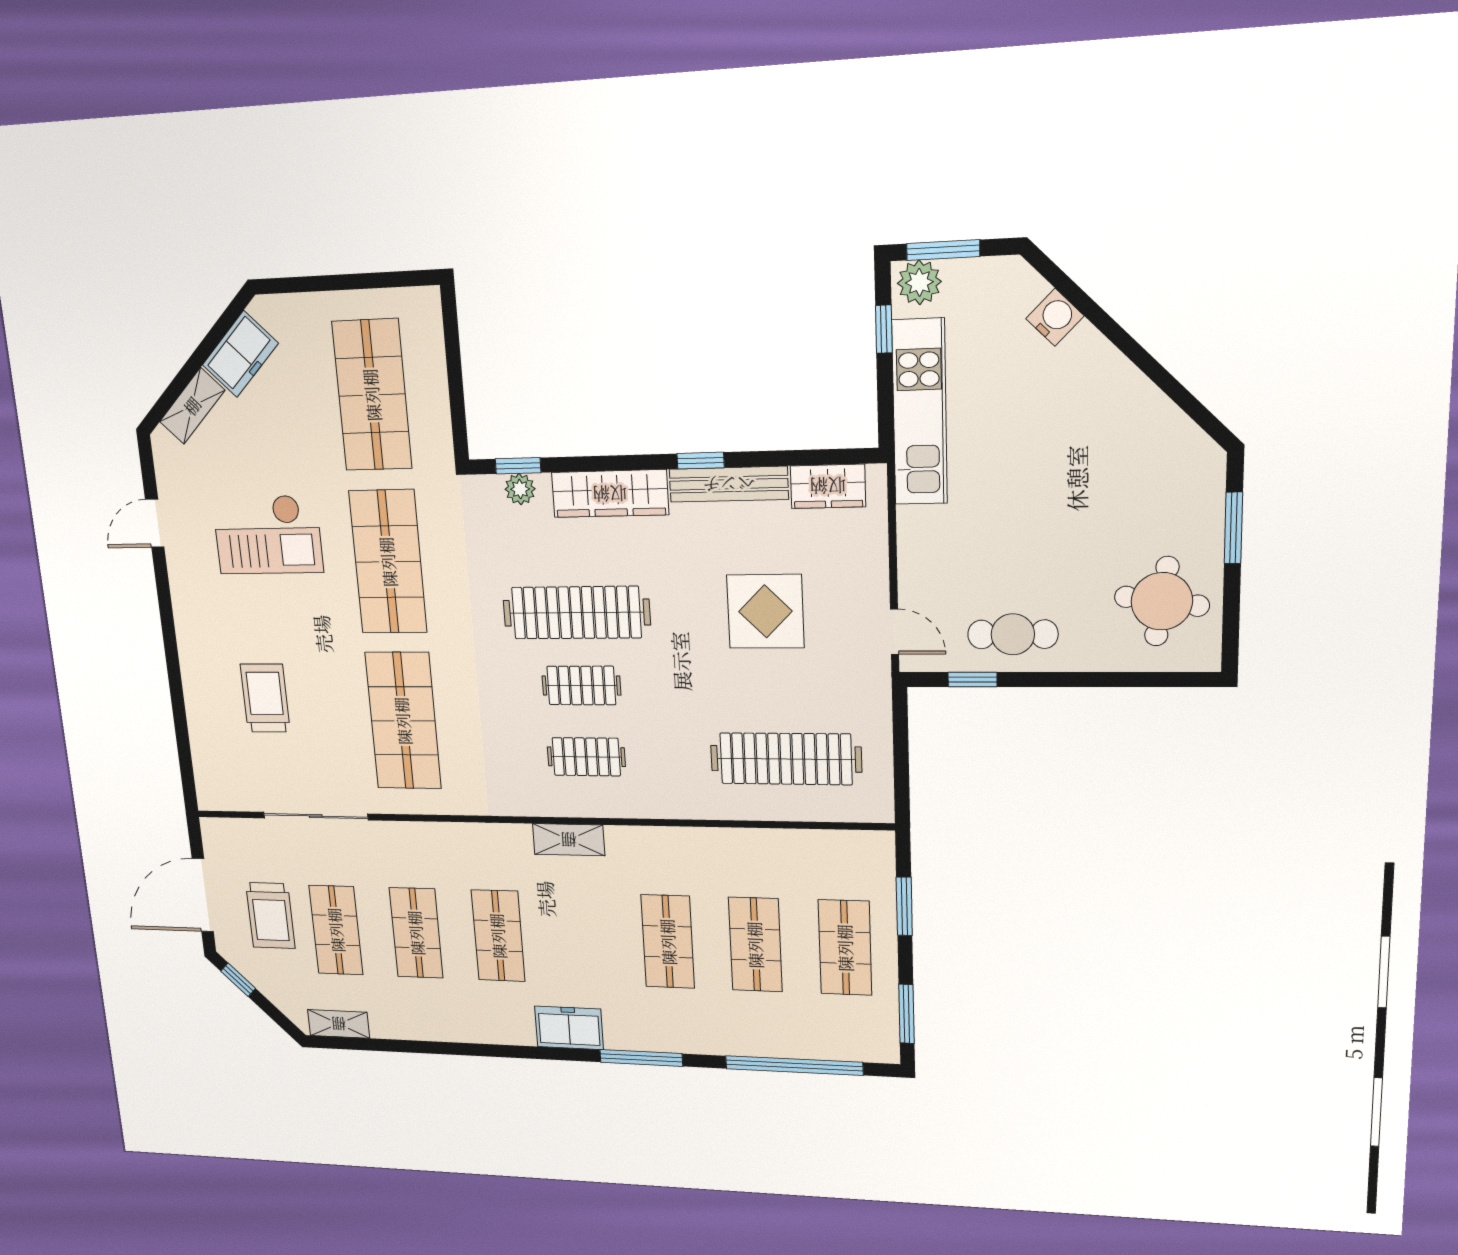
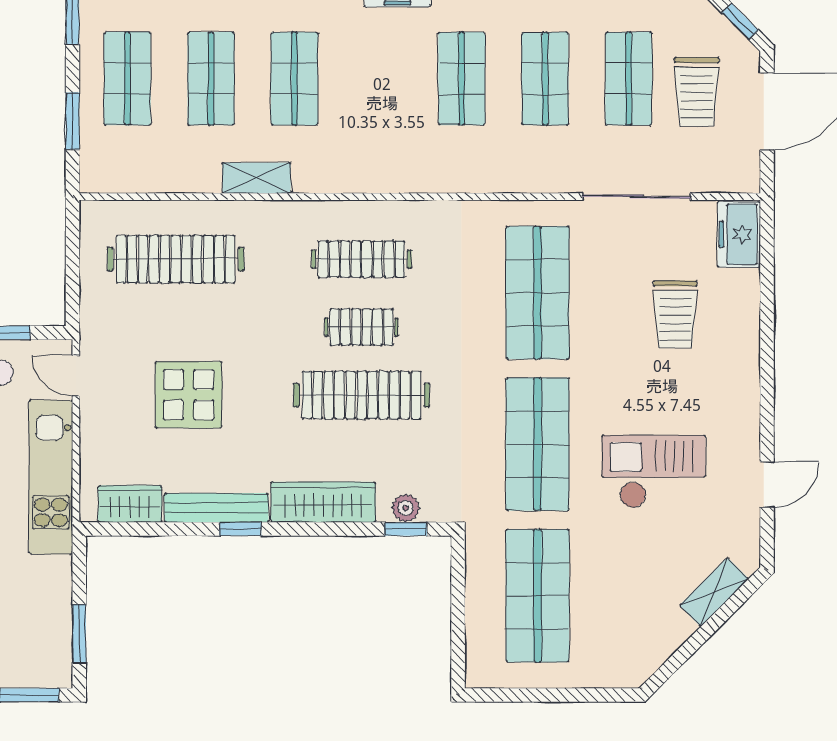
plant: (919, 282) -> (49, 670), removed
window: (884, 329) -> (79, 634), width x1.50
freezer: (240, 354) -> (739, 234), moved, turned -45
kitchen unit: (920, 412) -> (51, 477), moved
clothes rail: (586, 757) -> (361, 259), width x1.36
shelving: (569, 840) -> (256, 178), moved
trolley: (270, 916) -> (697, 92), turned 180

